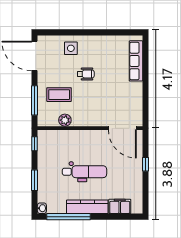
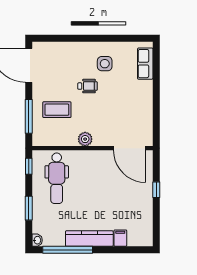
side table: (71, 48) -> (105, 64), moved
row of seats: (136, 61) -> (145, 64), width x0.68
plant: (65, 120) -> (85, 139), moved
dental chair: (84, 172) -> (57, 178), moved, turned 90
filing cabinet: (120, 206) -> (120, 238), width x0.50

